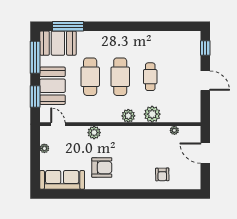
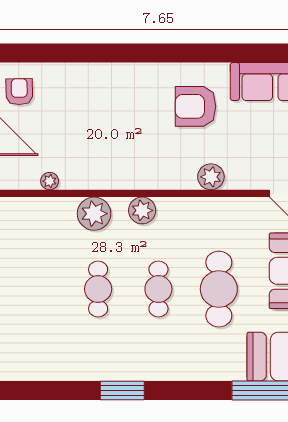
window: (138, 26) -> (122, 390), added
cafe table: (120, 77) -> (158, 289), width x0.73, depth x0.74
armchair: (162, 174) -> (19, 92), moved

